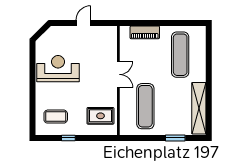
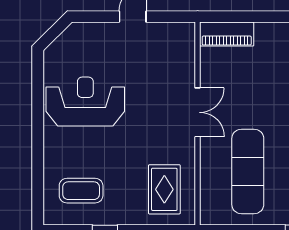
piano: (145, 32) -> (227, 34), moved
rug: (100, 116) -> (164, 189), turned 90

